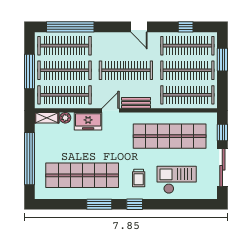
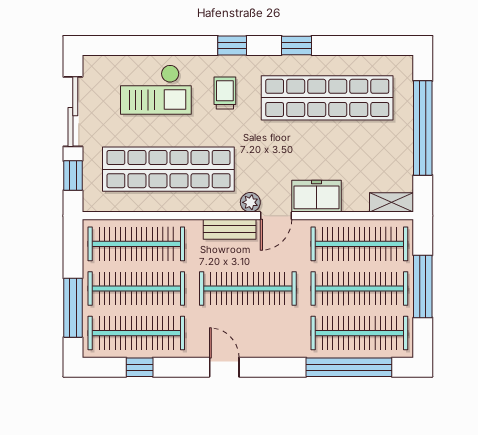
window: (222, 60) -> (73, 308), width x1.44
plant: (65, 118) -> (250, 202), moved
window: (99, 204) -> (296, 45), width x0.67

